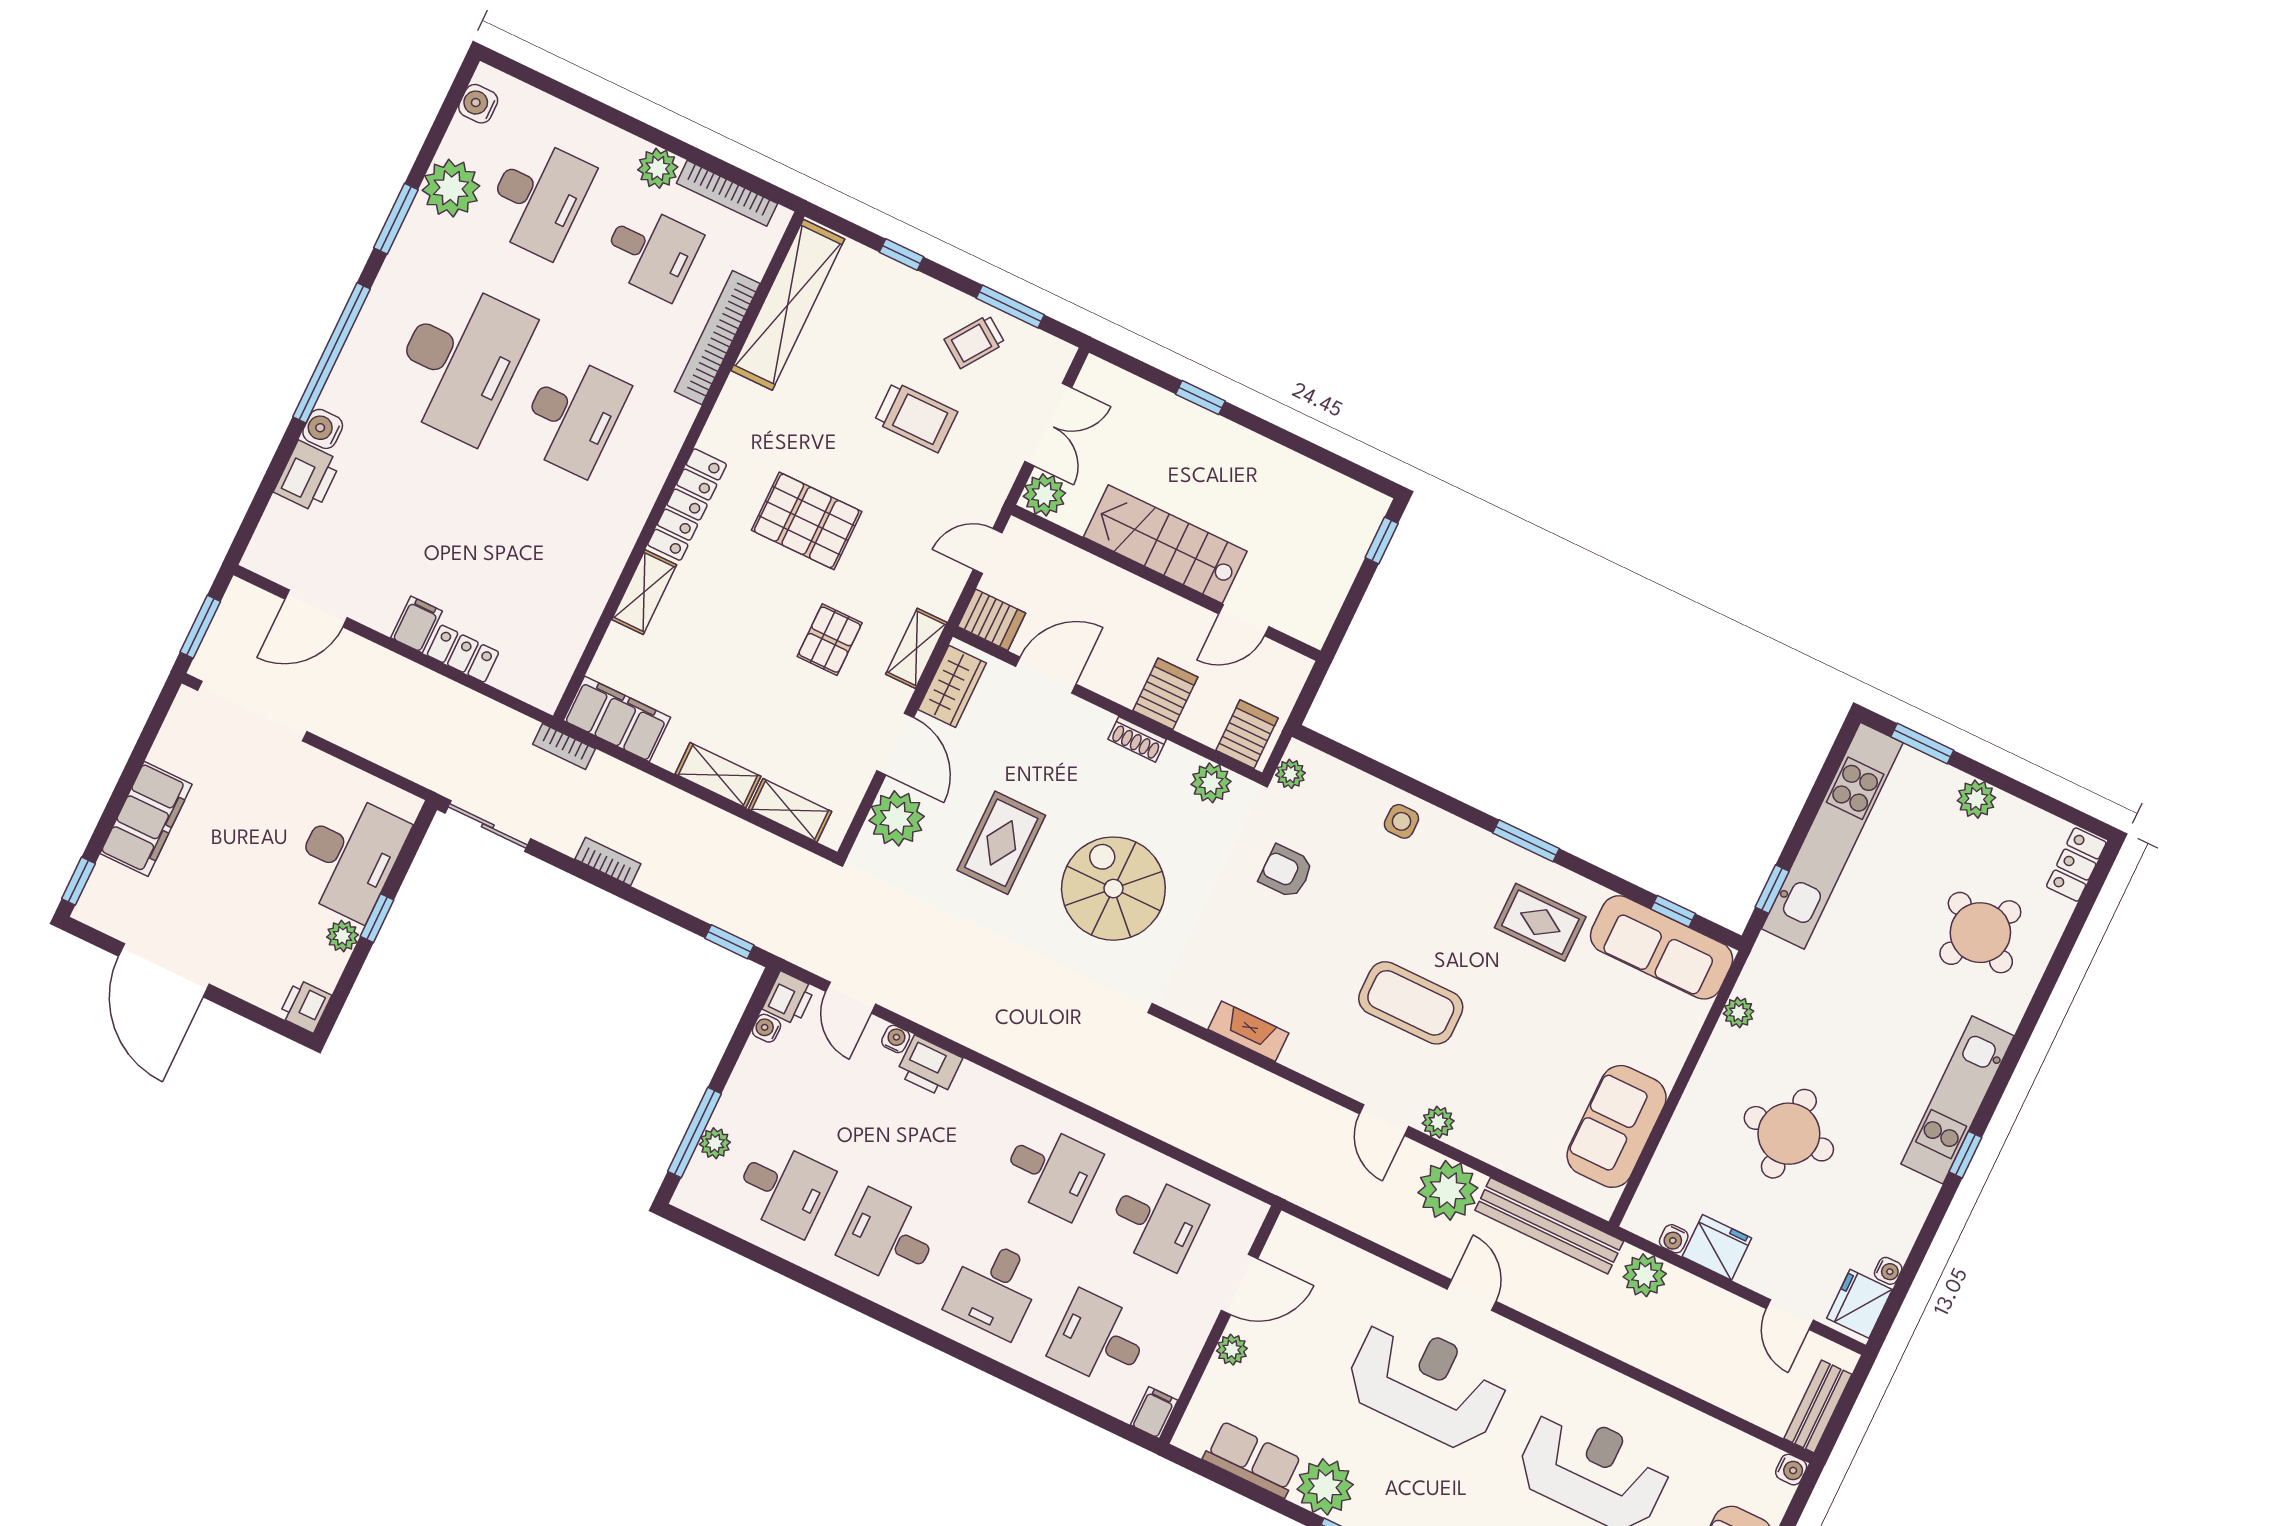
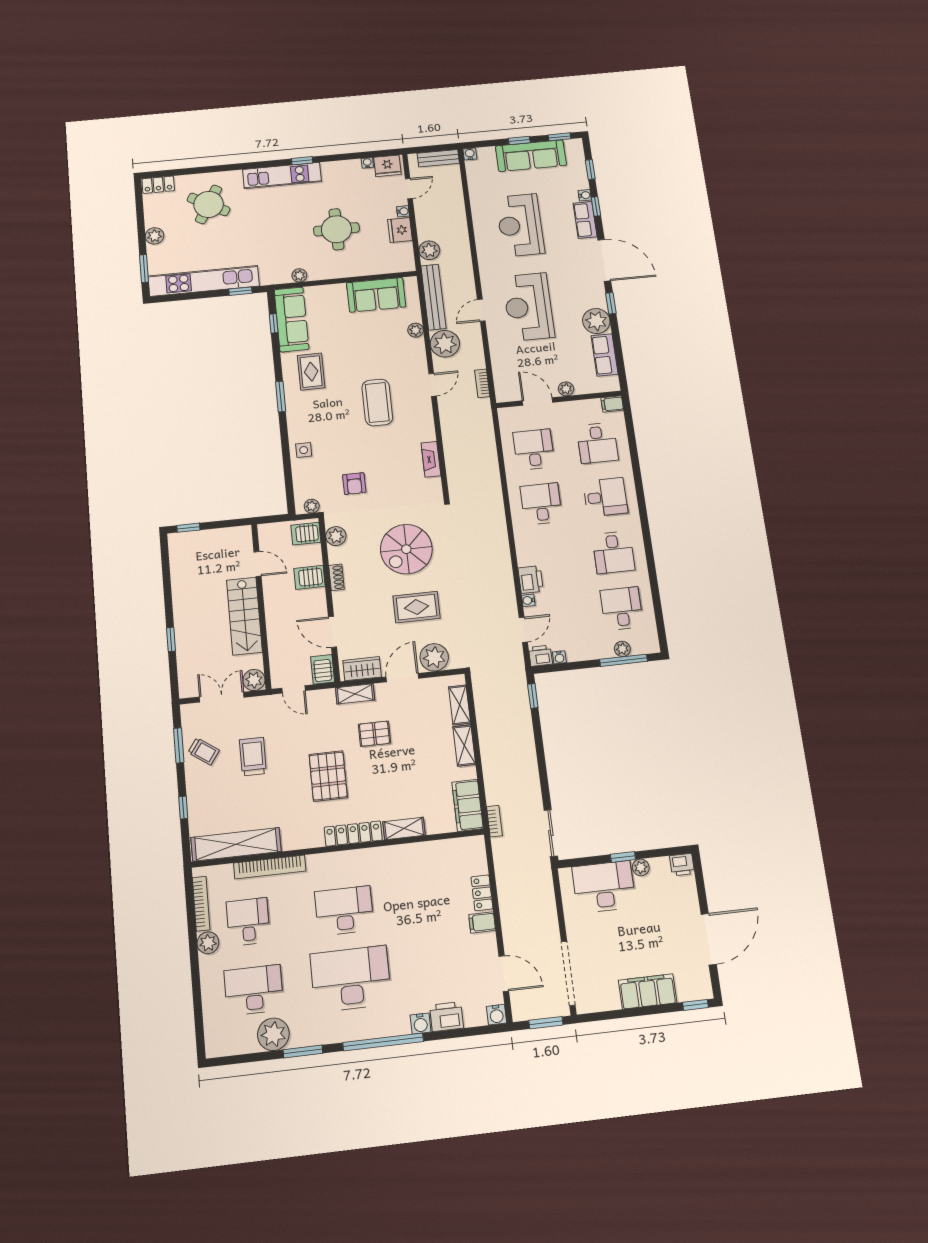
water cooler: (478, 104) -> (497, 1015), moved
bookcase: (608, 862) -> (482, 383), moved
plant: (1438, 1122) -> (416, 330), moved
water cooler: (1674, 1239) -> (403, 211), moved

